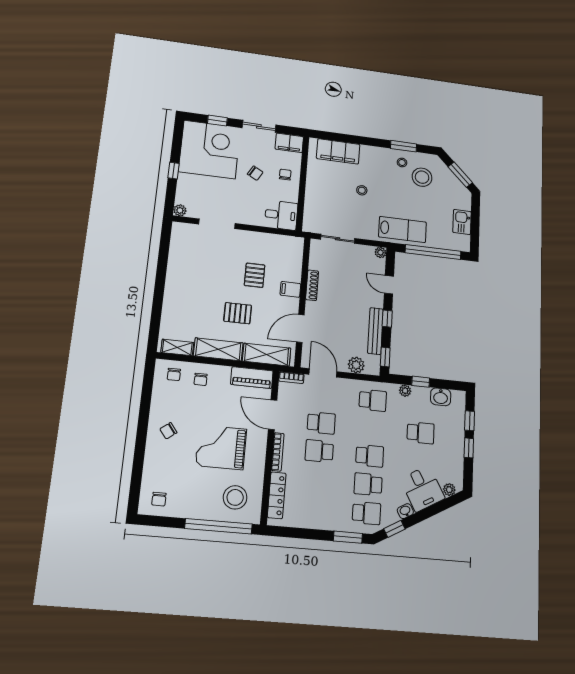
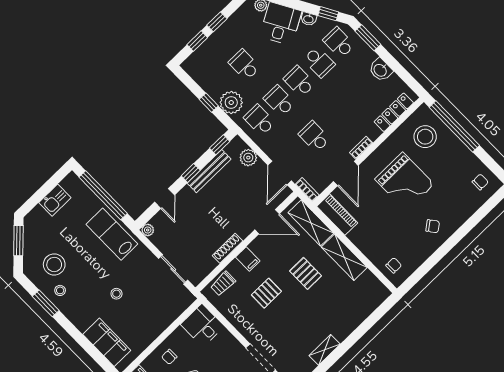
trolley: (293, 257) -> (223, 284), added
shelving: (177, 347) -> (325, 350), moved, turned 90
chair: (201, 379) -> (377, 245), removed
plant: (405, 391) -> (231, 102), width x1.87, depth x1.87
washbasin: (441, 397) -> (381, 70), moved, turned 180
school desk: (319, 451) -> (279, 101), moved, turned 180
bookcase: (278, 452) -> (361, 148), width x0.64

